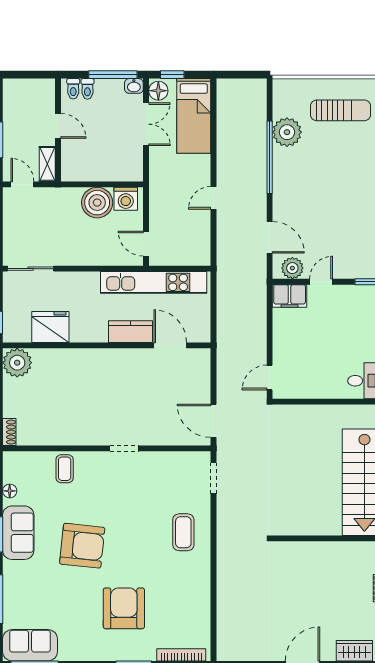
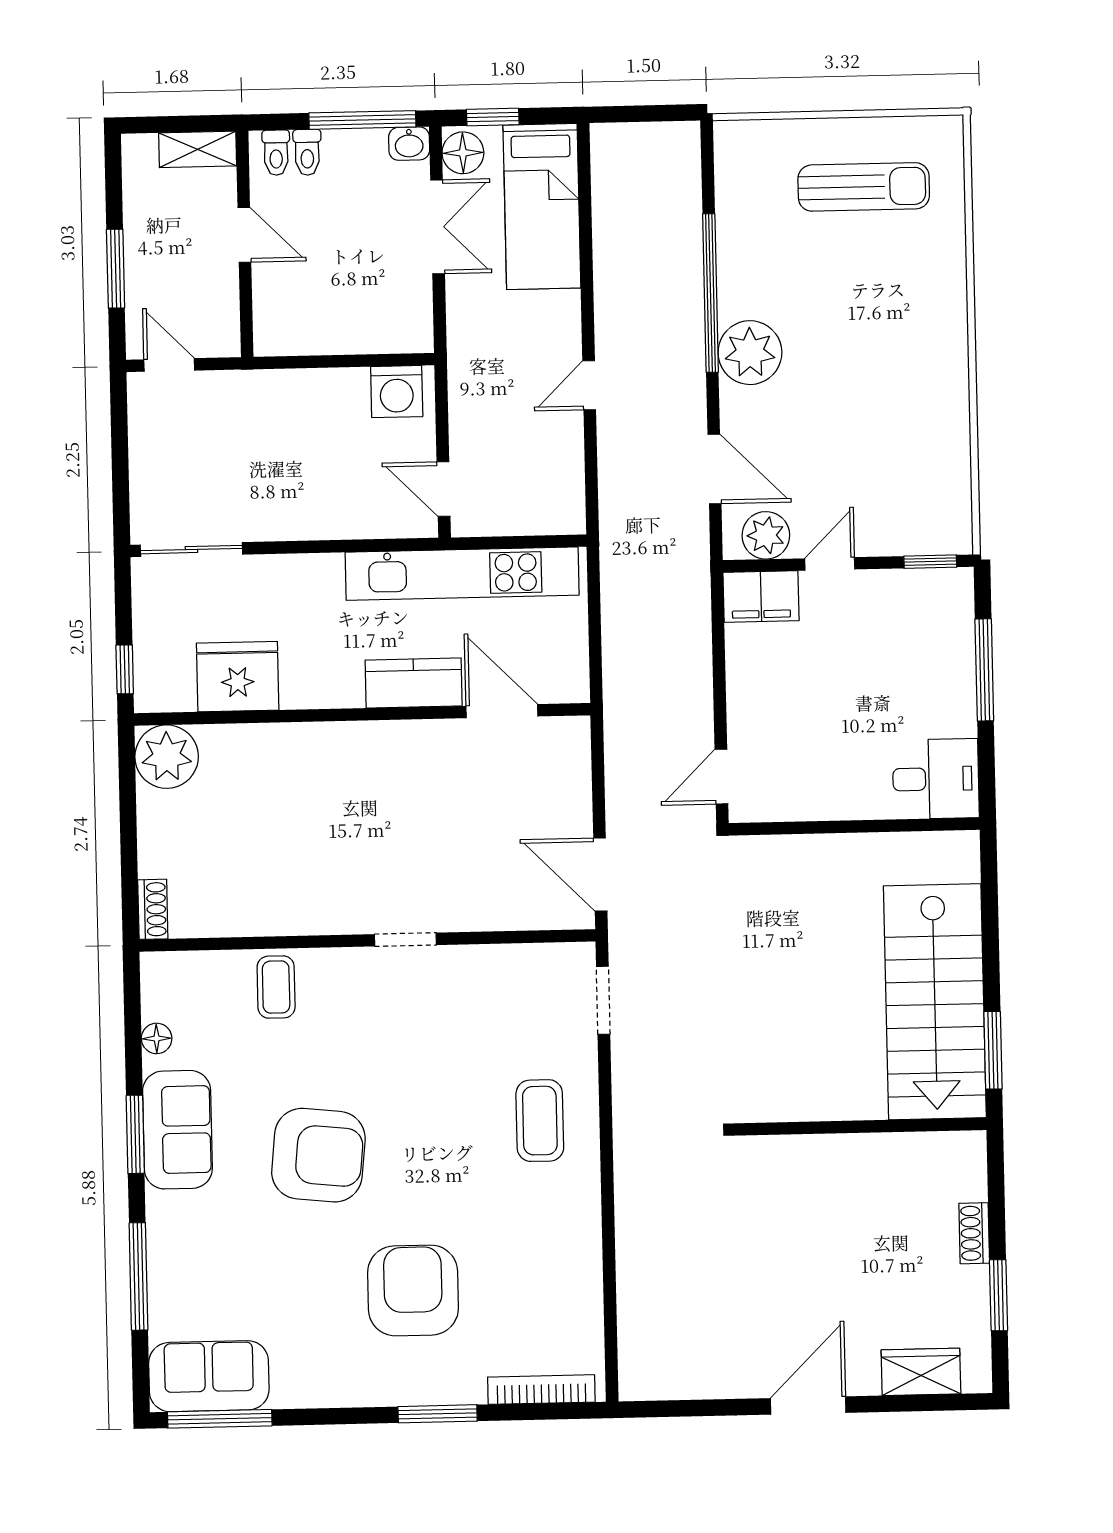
plant: (287, 132) -> (750, 353), moved
shelving: (47, 164) -> (198, 149), moved, turned 90
boiler: (97, 203) -> (334, 401), removed

